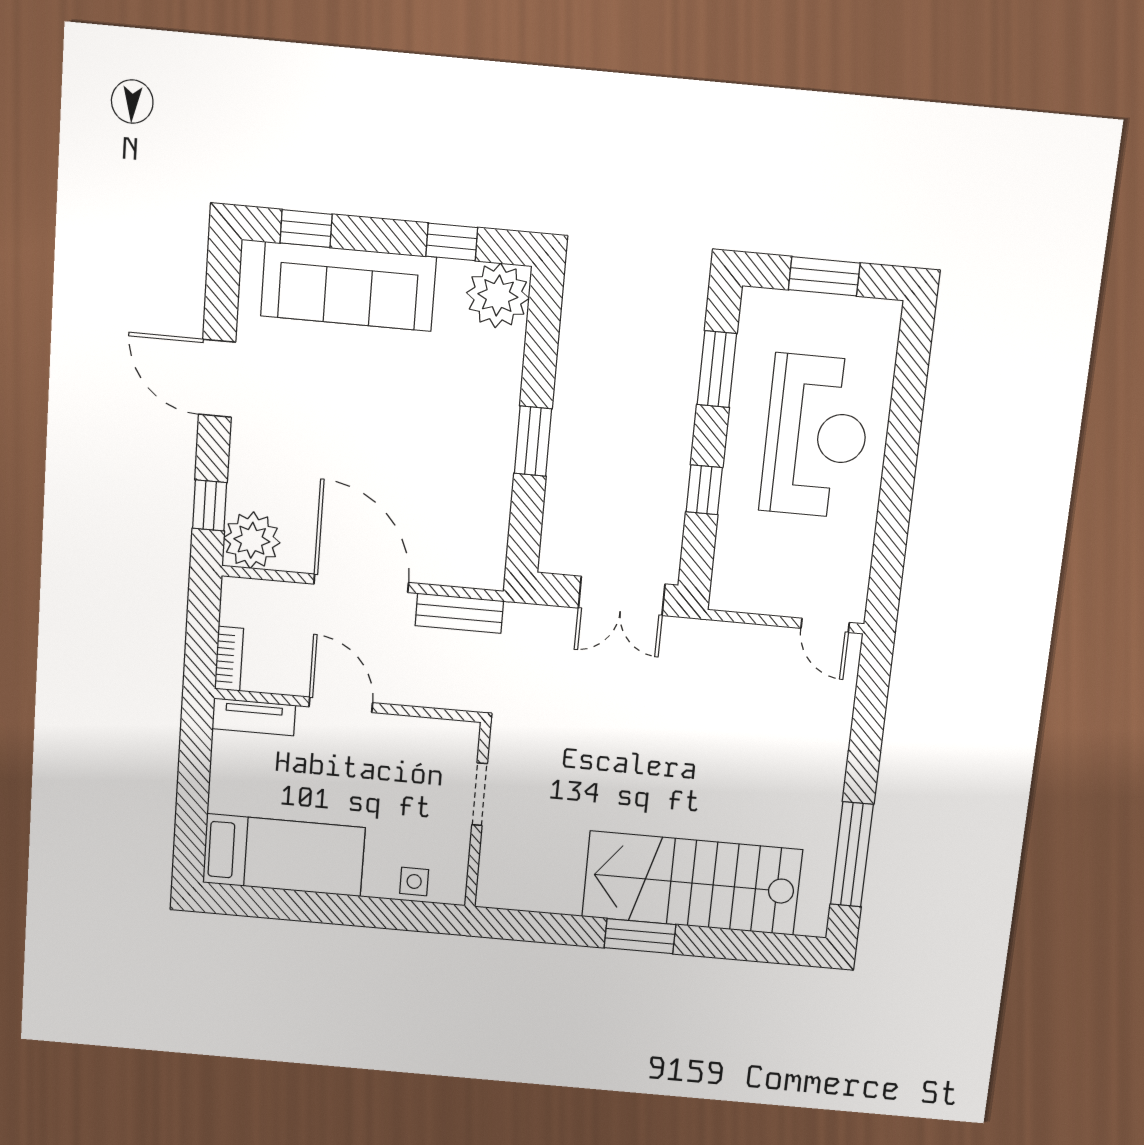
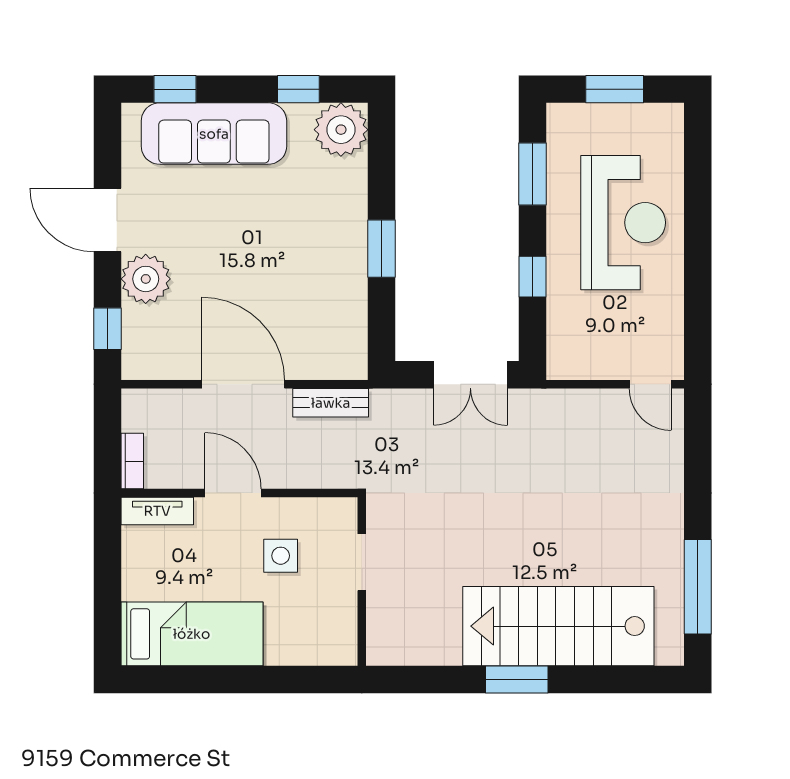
plant: (252, 540) -> (146, 279), moved
side table: (414, 881) -> (281, 556), moved, width x1.37, depth x1.37

